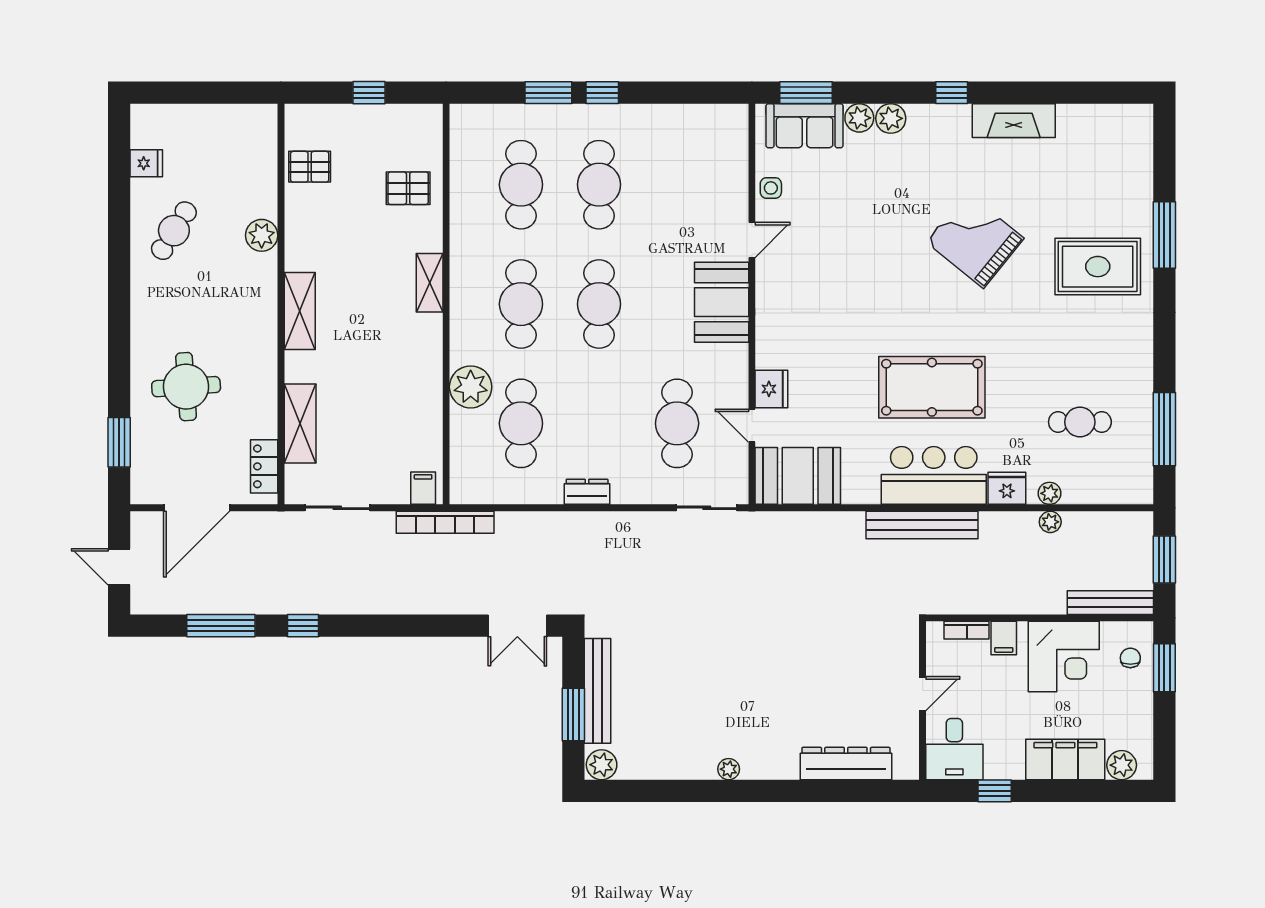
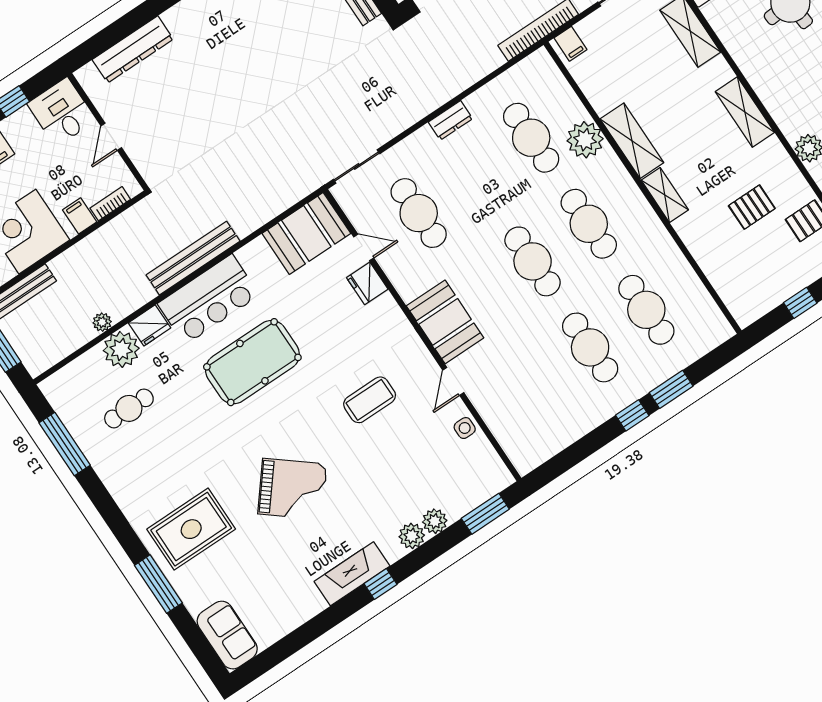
fireplace: (1014, 121) -> (352, 574), moved
sofa: (805, 126) -> (227, 635), moved, turned 90
pallet: (408, 188) -> (752, 207), moved
coffee table: (844, 276) -> (370, 400), added
shelving: (426, 356) -> (632, 141), added
plant: (1049, 493) -> (121, 349), width x1.88, depth x1.88

